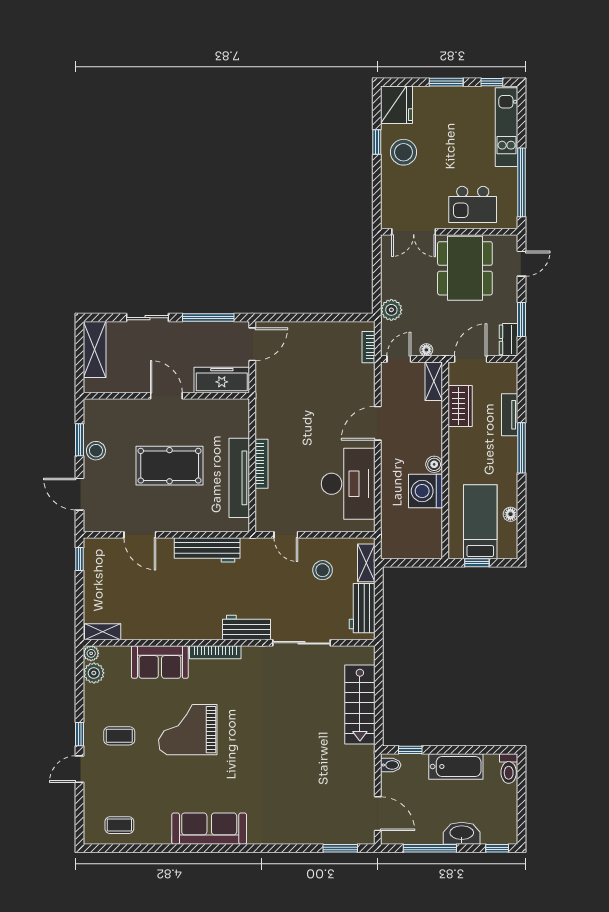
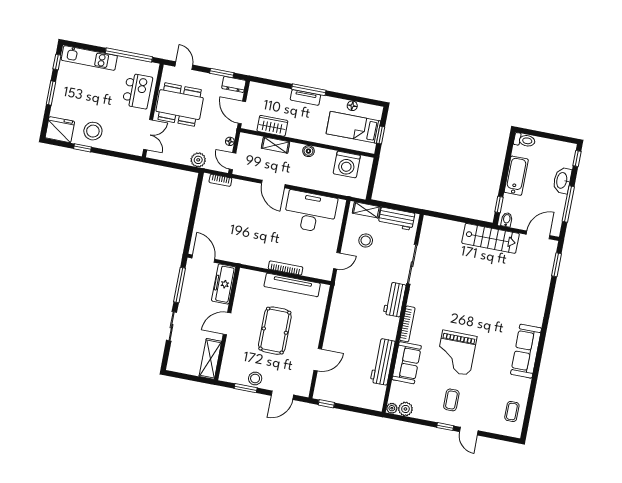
shelving: (95, 350) -> (210, 359), moved, turned 90
shelving: (434, 381) -> (276, 145), moved
tv unit: (510, 415) -> (305, 97), moved
washing machine: (426, 491) -> (347, 164), moved
workbench: (207, 550) -> (383, 362), moved, turned 180
shelving: (103, 632) -> (379, 398), removed
stairs: (360, 705) -> (490, 238), moved

